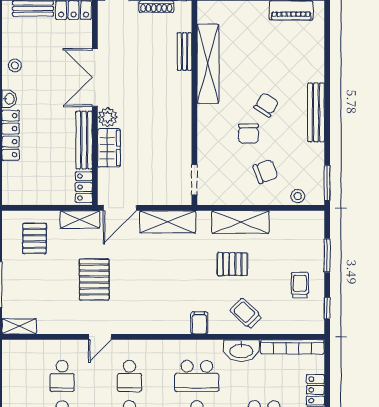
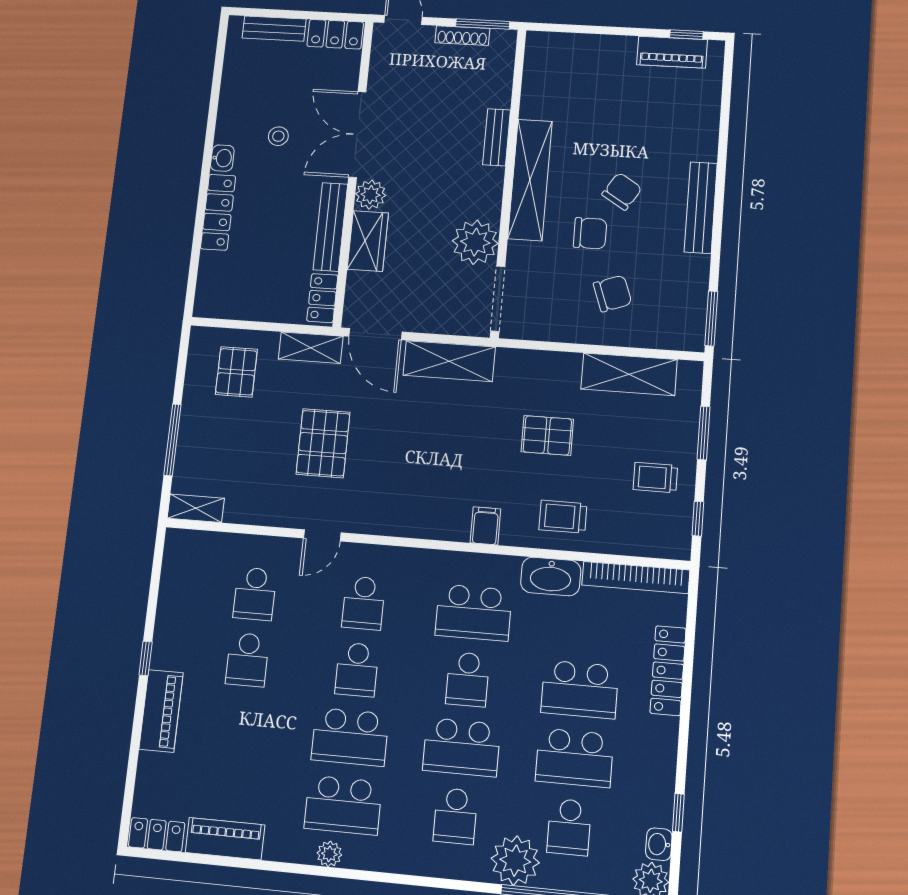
bench: (184, 51) -> (497, 137), moved
shelving: (208, 64) -> (530, 180), moved
stool: (15, 65) -> (278, 136), moved
chair: (248, 134) -> (590, 233), turned -90
plant: (177, 144) -> (475, 242), added
doorway: (194, 180) -> (498, 299), width x1.38
stool: (298, 196) -> (662, 335), removed
door: (120, 208) -> (375, 334), hinge flipped
shelving: (240, 222) -> (629, 374), moved
trolley: (300, 285) -> (655, 478), turned -90
trolley: (246, 313) -> (563, 517), turned -43

